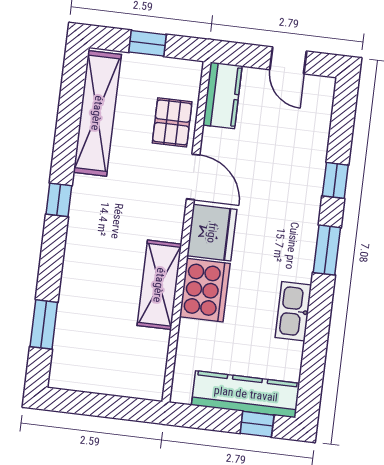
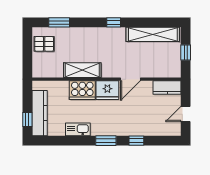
pallet: (172, 122) -> (44, 44), moved

